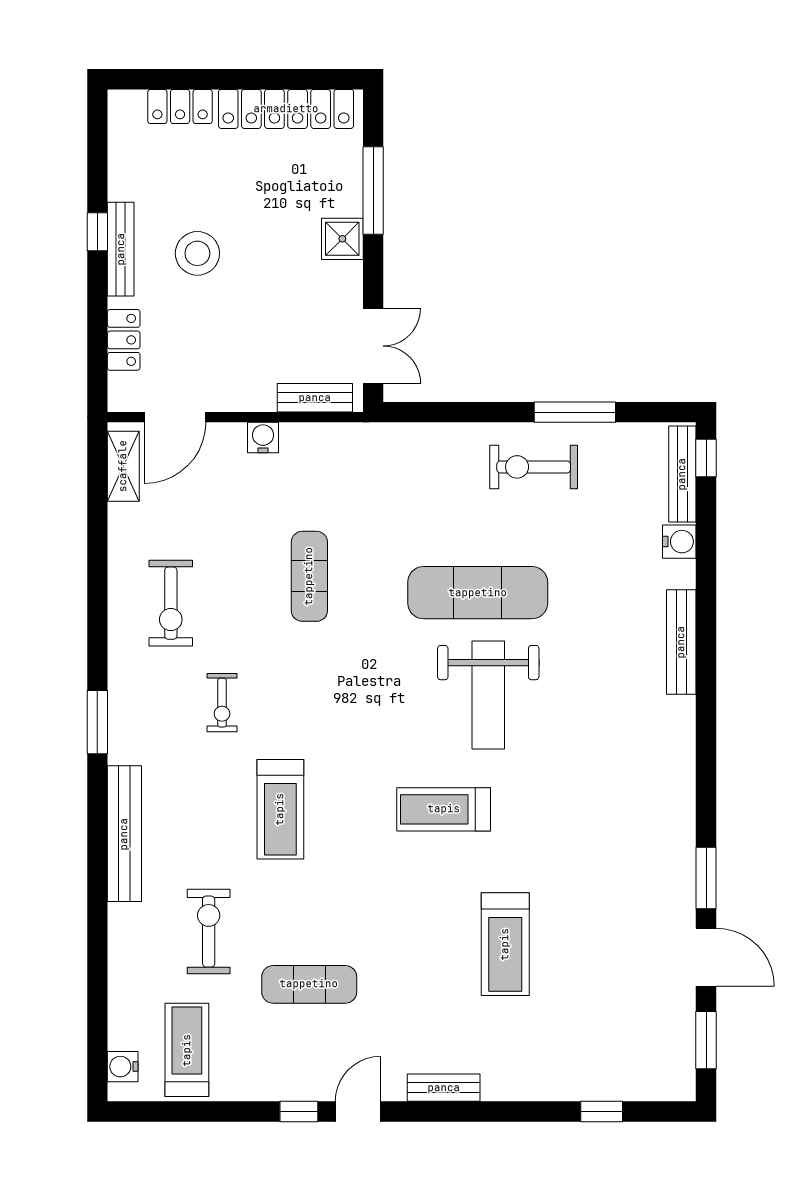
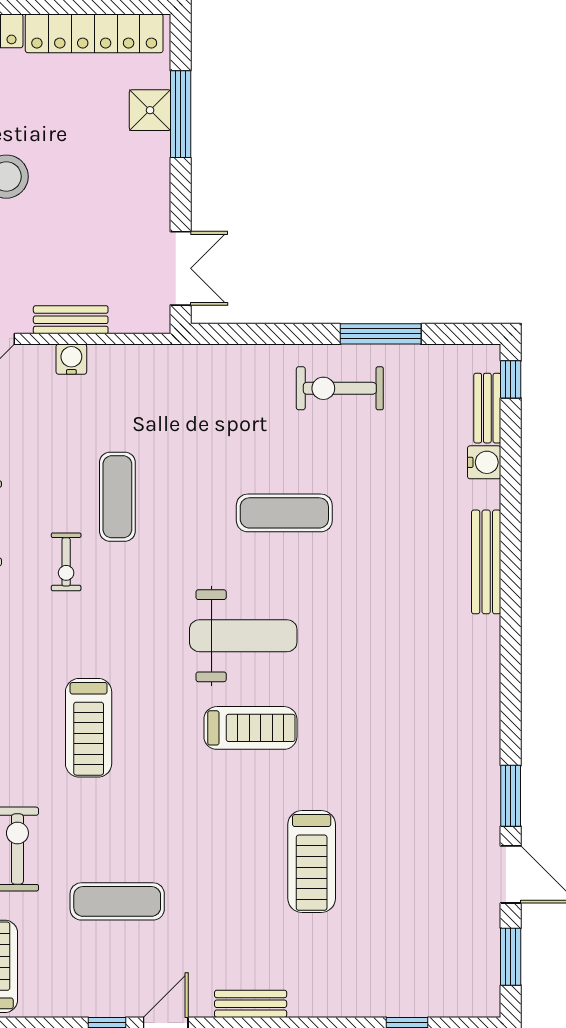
shower: (342, 239) -> (150, 110), moved
bench: (315, 398) -> (71, 320), moved
bench: (682, 474) -> (487, 408), width x0.73
exercise mat: (478, 593) -> (284, 513), width x0.73, depth x0.69
weight bench: (488, 695) -> (243, 636), moved, turned -90
exercise bike: (222, 703) -> (66, 562), moved
treadmill: (444, 809) -> (250, 728), turned 180

